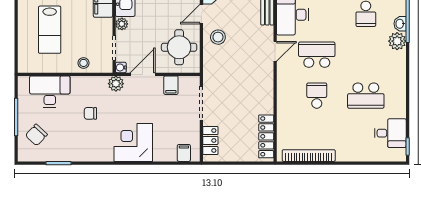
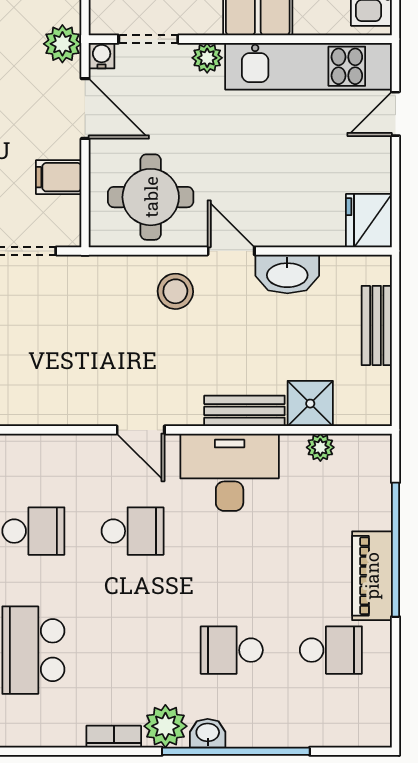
school desk: (317, 55) -> (133, 531), width x0.54
bookcase: (401, 62) -> (114, 737), added

